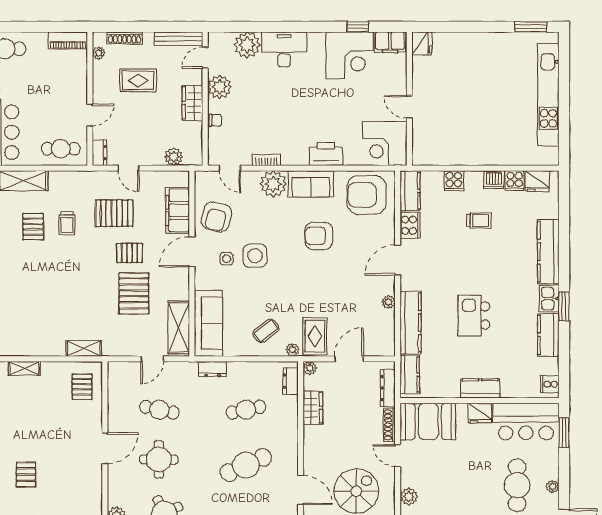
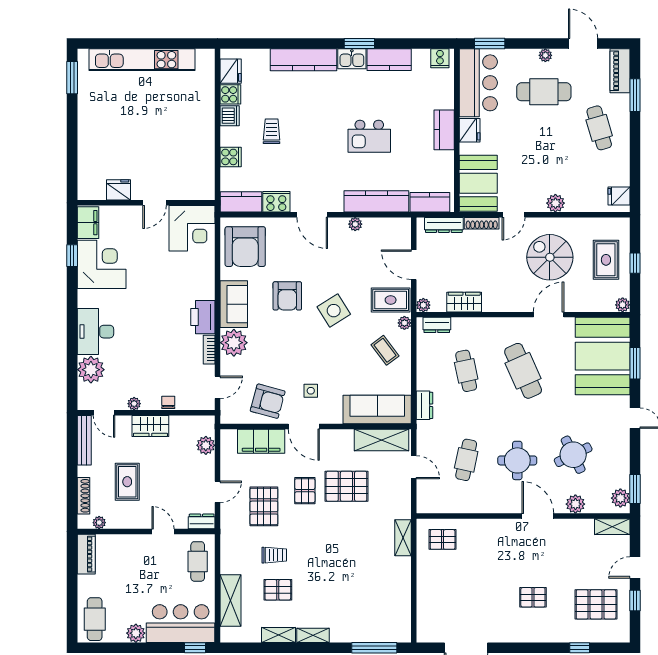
fridge: (422, 43) -> (119, 190), moved
plant: (220, 87) -> (134, 404), width x0.53, depth x0.53
printer: (326, 154) -> (203, 317), moved
side table: (255, 256) -> (334, 311), moved, turned -32
shelving: (24, 368) -> (424, 599), removed
door: (105, 448) -> (538, 516), moved

